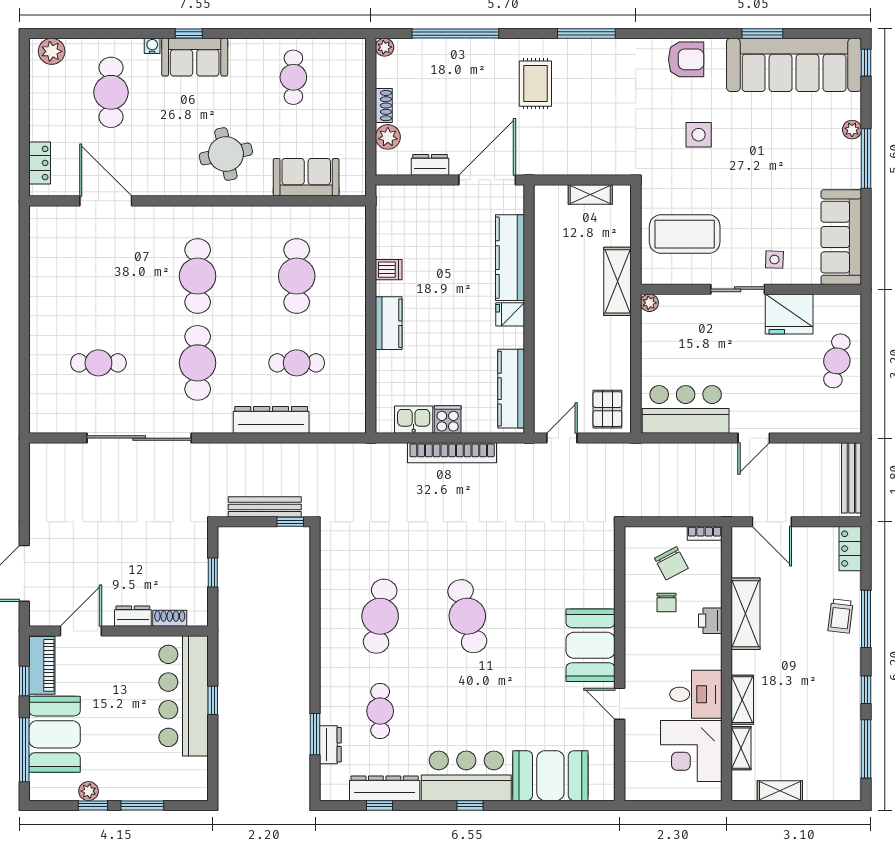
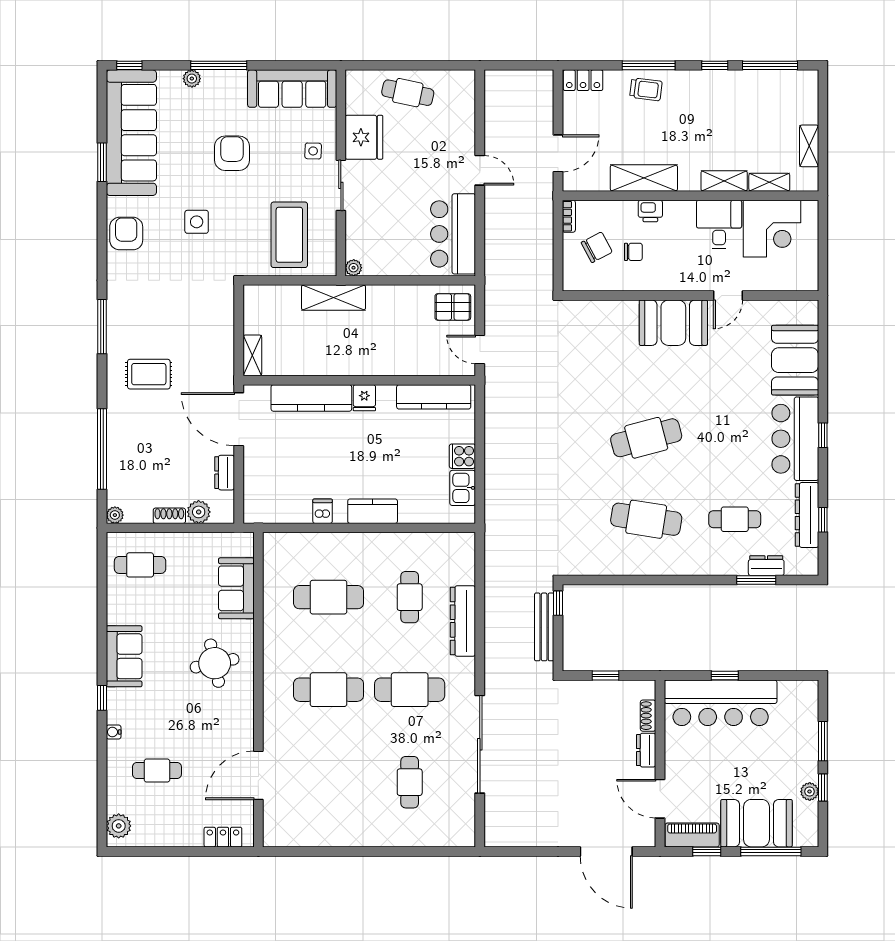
sofa: (195, 57) -> (124, 656), moved
cafe table: (293, 77) -> (140, 565), moved
cafe table: (111, 92) -> (157, 771), width x0.73, depth x0.74
armchair: (772, 173) -> (232, 153), added
shelving: (590, 194) -> (252, 355), moved
bookcase: (452, 453) -> (494, 452), removed
bench: (852, 478) -> (517, 79), removed

